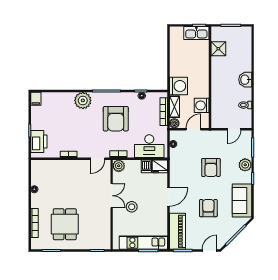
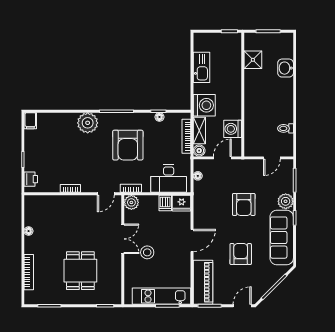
kitchen sink: (196, 33) -> (201, 67), moved, turned -90
washbasin: (245, 80) -> (286, 68), moved
printer: (39, 141) -> (31, 179), width x0.53, depth x0.68
sofa: (242, 201) -> (282, 238), width x1.36
dining table: (65, 224) -> (80, 271), moved

